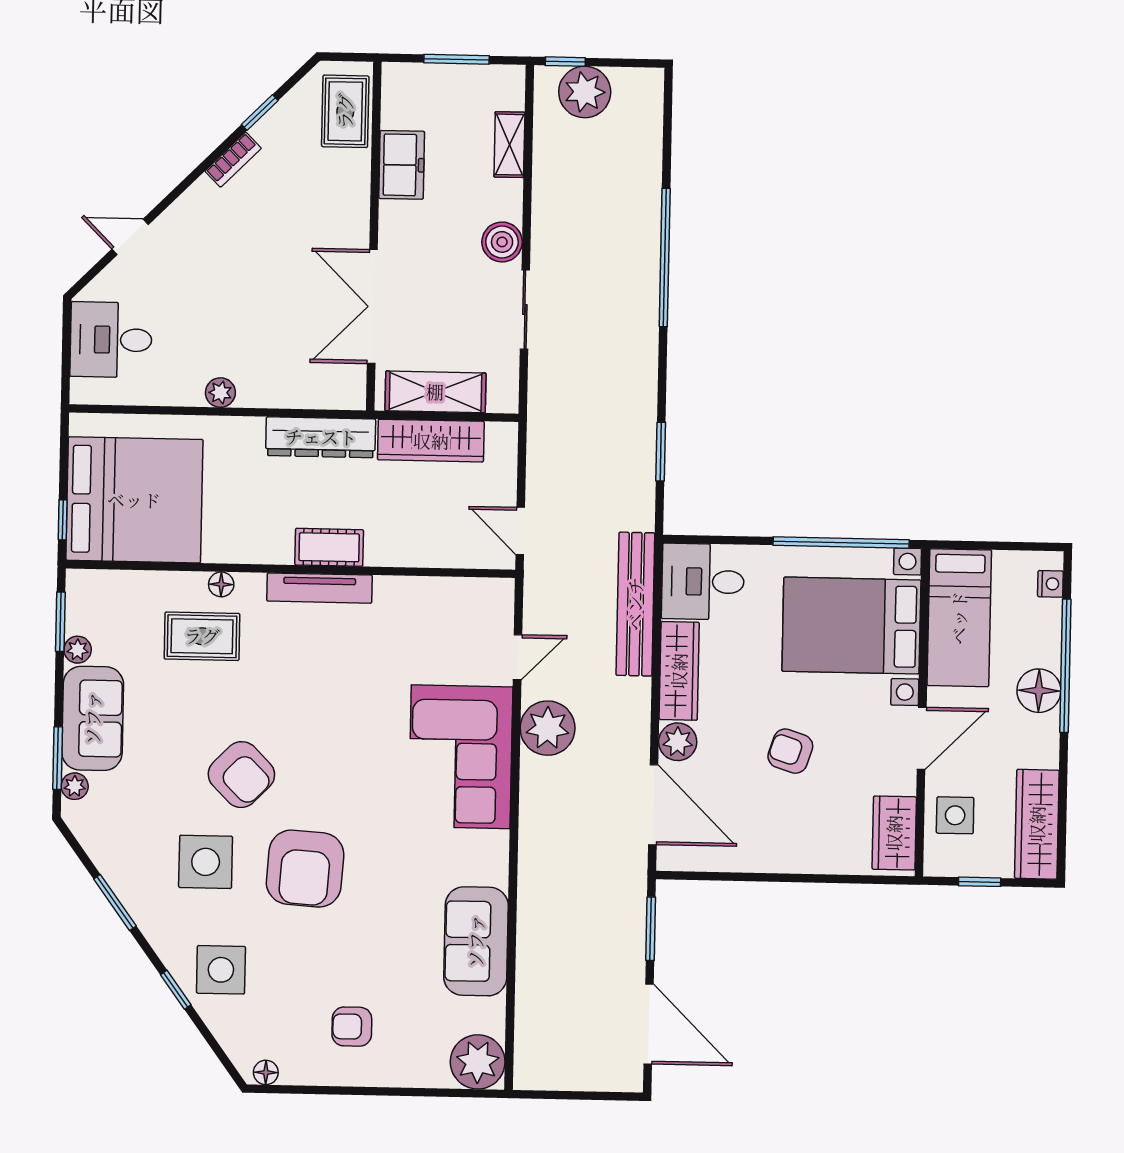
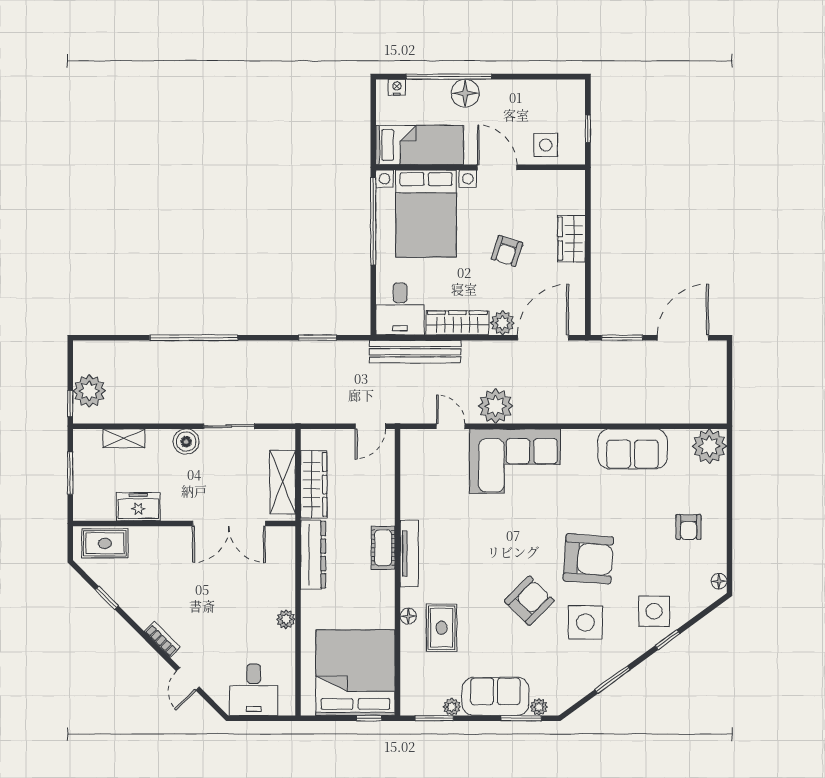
bookcase: (233, 160) -> (162, 639), moved
wardrobe: (1037, 824) -> (550, 93), removed
wardrobe: (894, 833) -> (572, 239), moved, turned 90

